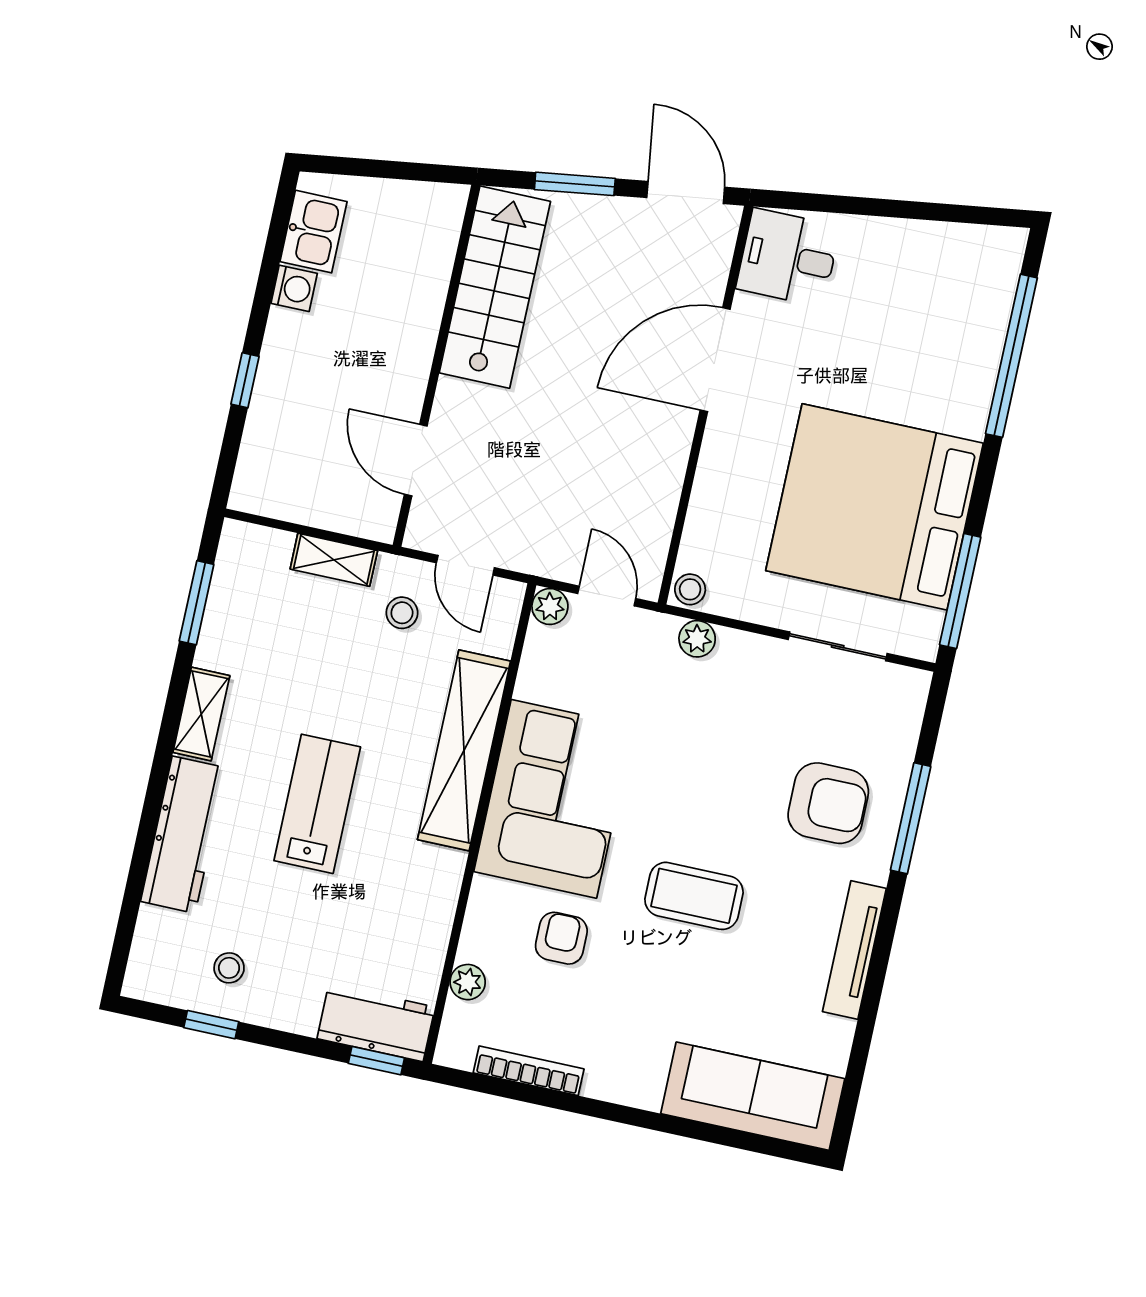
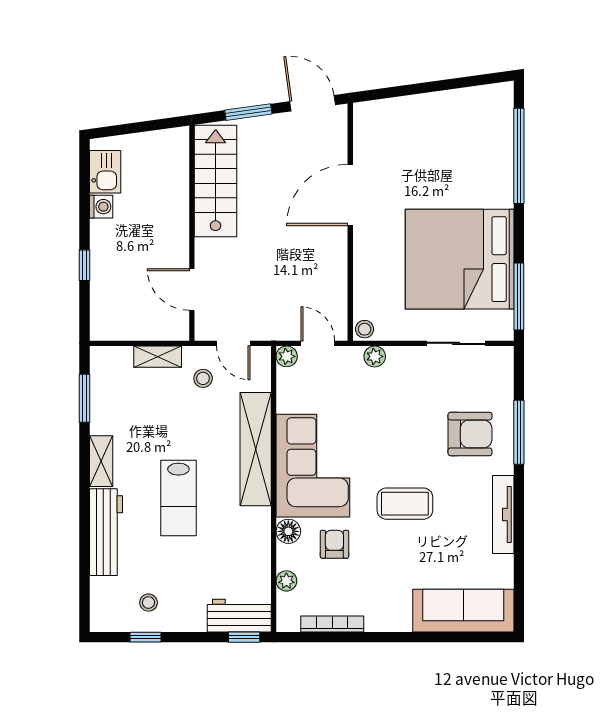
desk: (788, 257) -> (379, 128), removed
lab bench: (317, 804) -> (178, 498), turned 180
floor lamp: (489, 900) -> (288, 531), added

